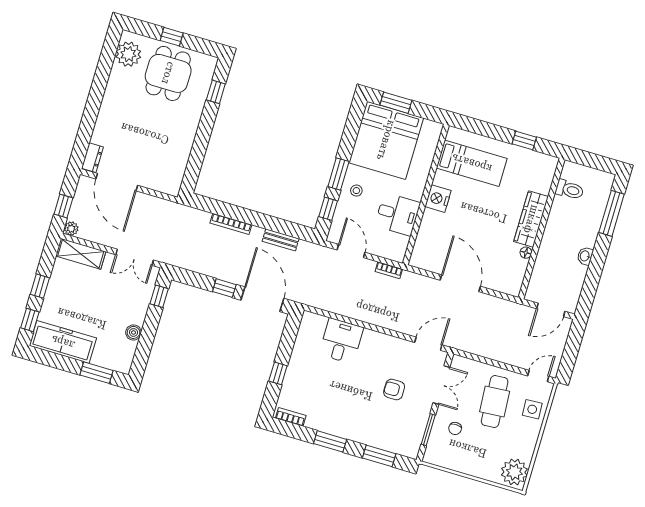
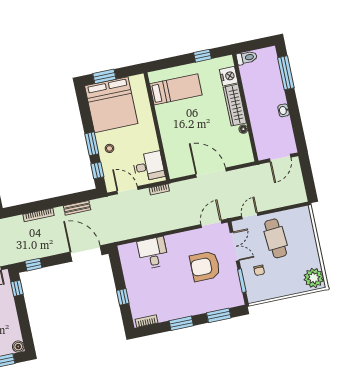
toilet: (569, 190) -> (247, 58), moved
nightstand: (438, 199) -> (229, 76), moved, turned 180
desk: (398, 214) -> (149, 166), moved
window: (224, 288) -> (33, 265), moved
boiler: (134, 332) -> (18, 347), moved
door: (538, 376) -> (250, 216), moved
armchair: (394, 389) -> (205, 266), width x1.88, depth x1.88
side table: (532, 409) -> (303, 230), removed

